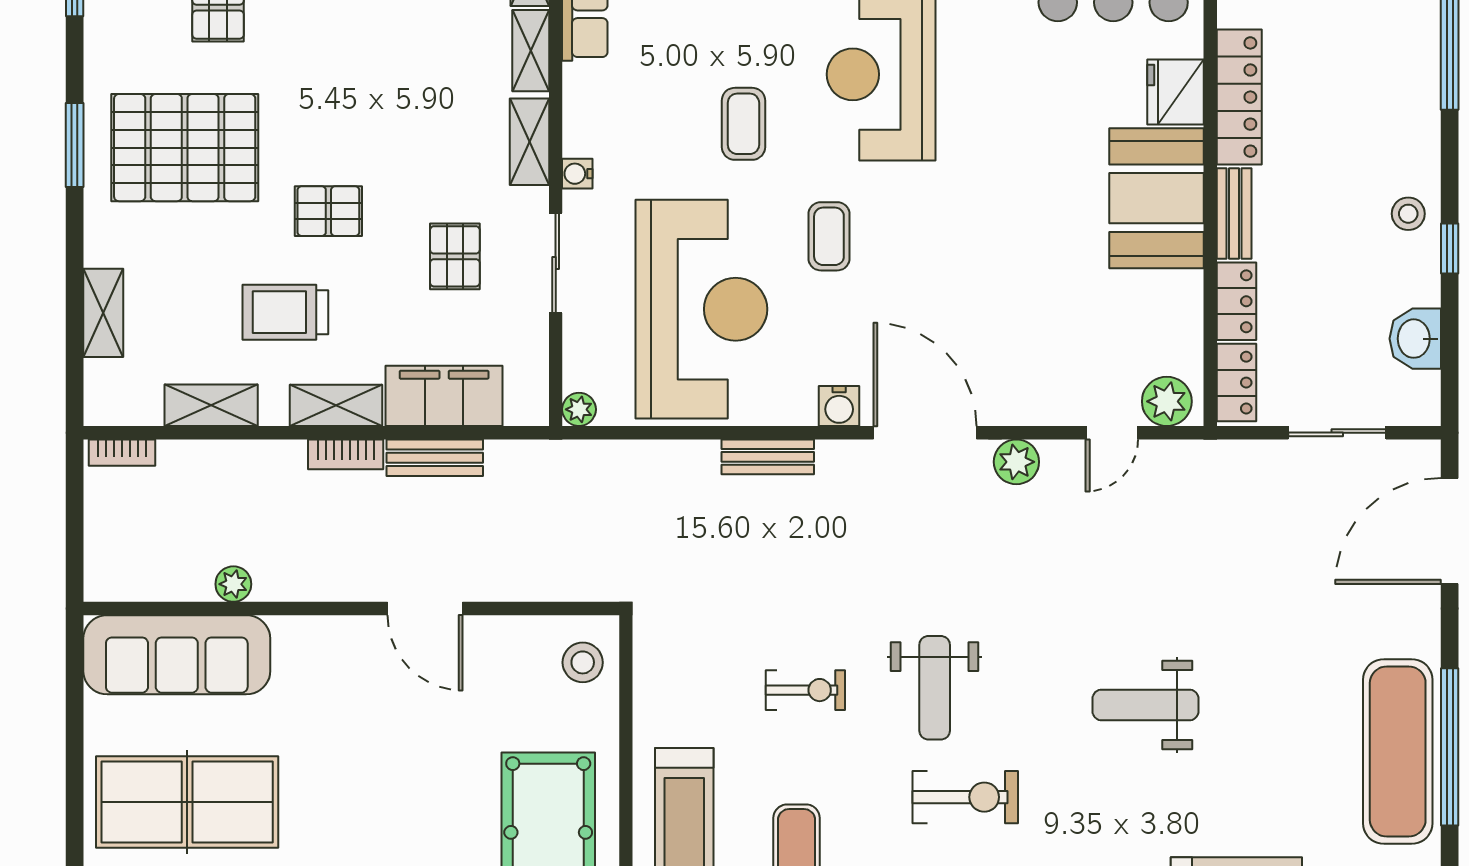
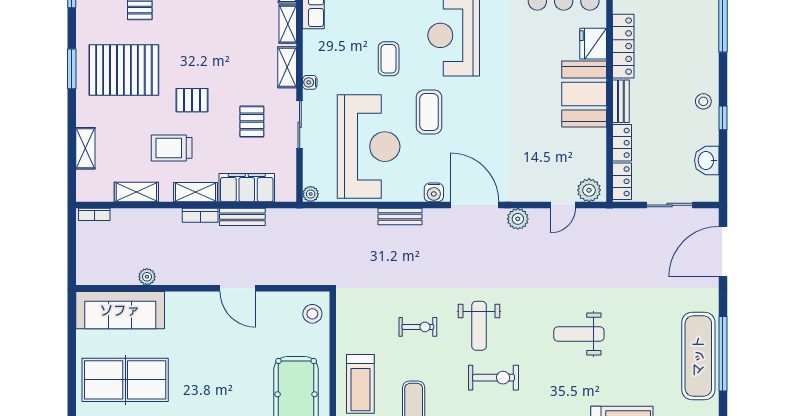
coffee table: (829, 236) -> (429, 112), width x1.36, depth x1.30

